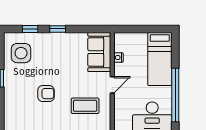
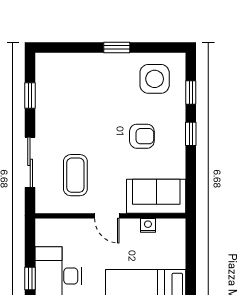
armchair: (46, 94) -> (142, 136), moved, turned -90

